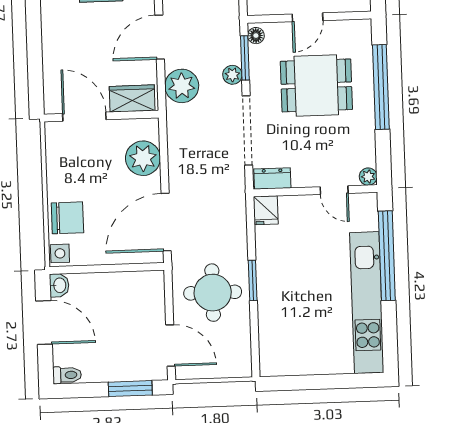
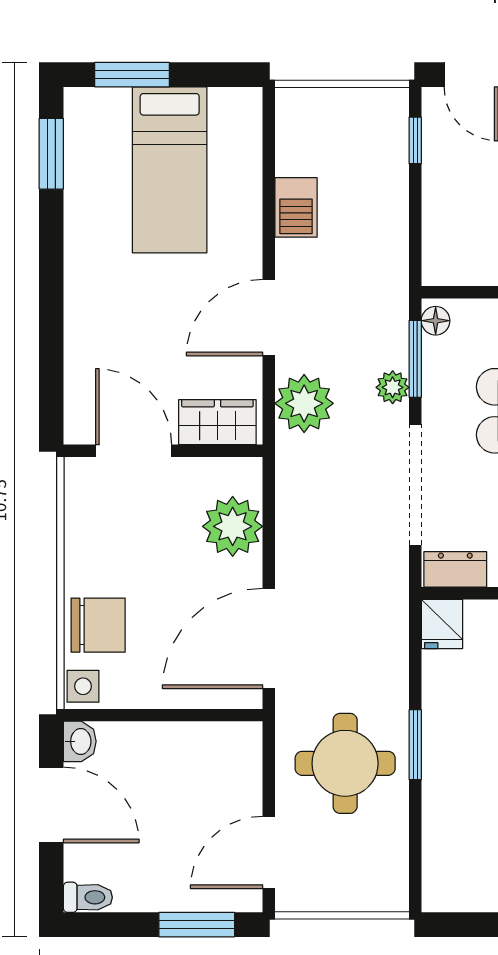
door: (170, 345) -> (269, 852), swing flipped

